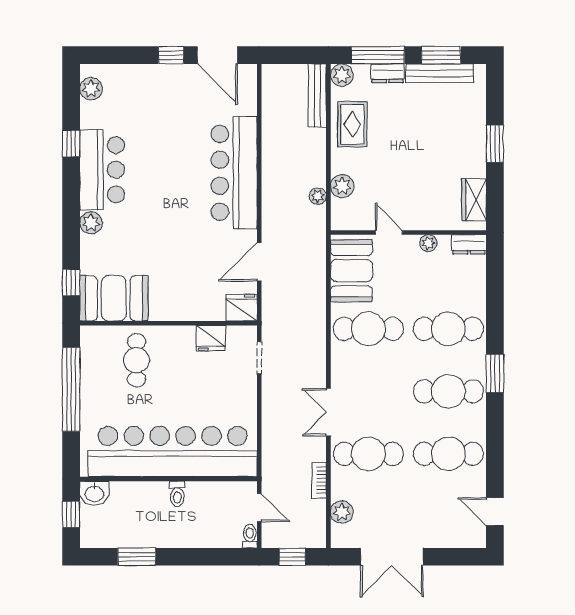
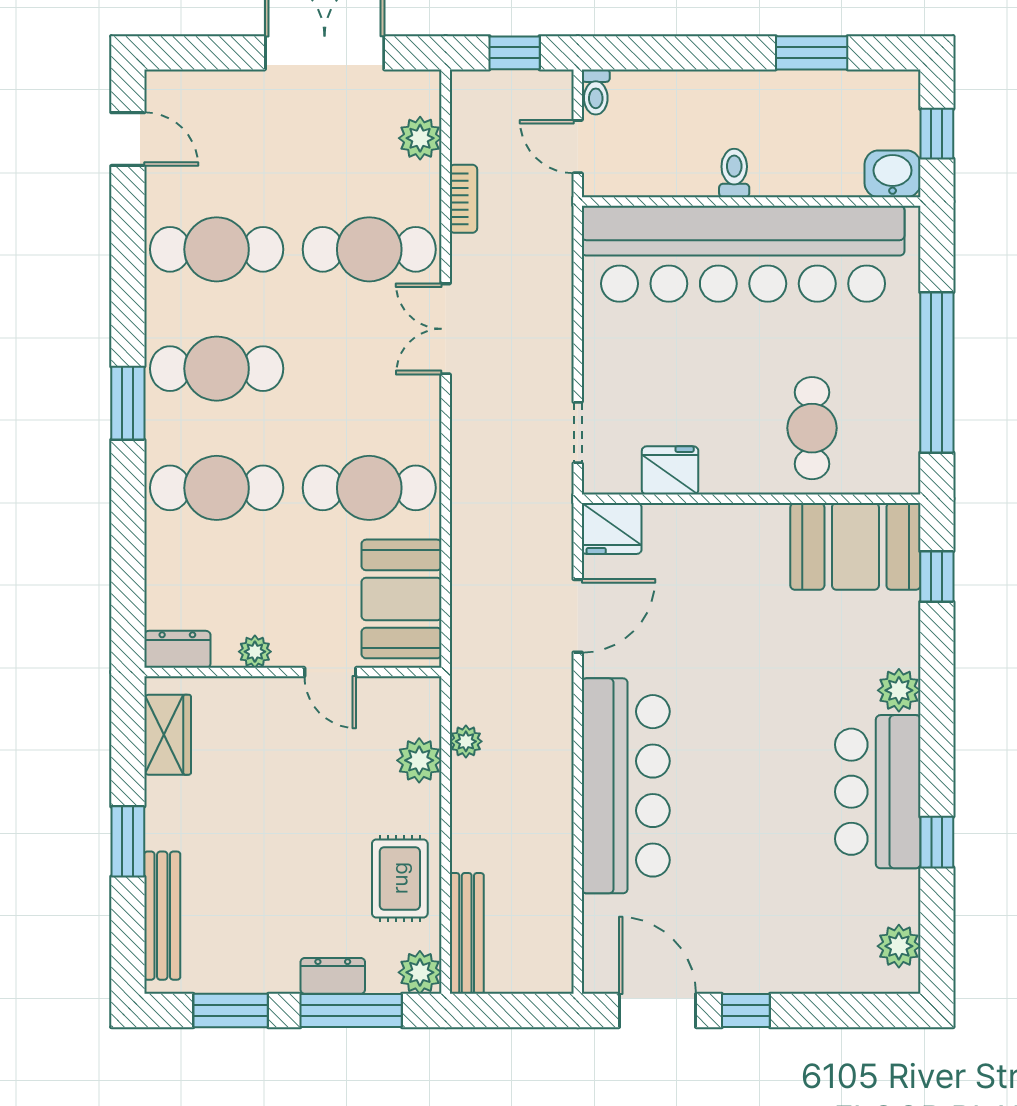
bench: (440, 73) -> (162, 916), moved, turned 90
double door: (328, 412) -> (446, 329), swing flipped

